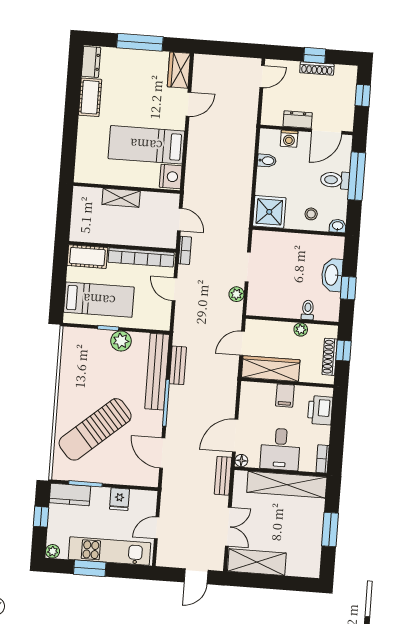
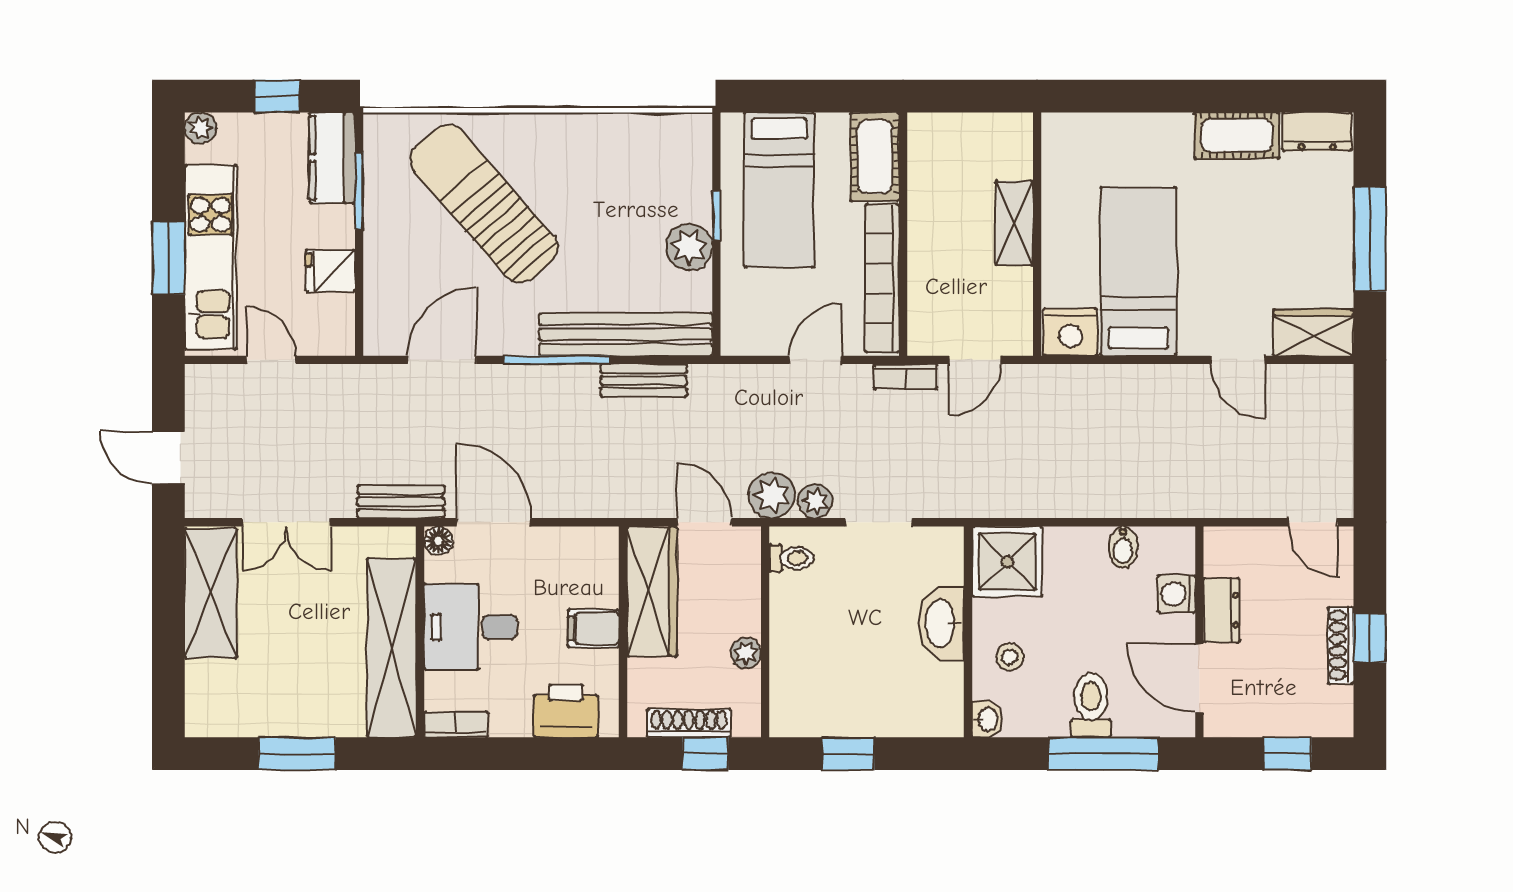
washbasin: (332, 275) -> (941, 623), moved, turned -90
toilet: (308, 310) -> (791, 558), moved
plant: (232, 313) -> (772, 495), added
window: (90, 568) -> (168, 258), moved

